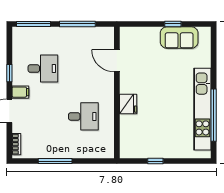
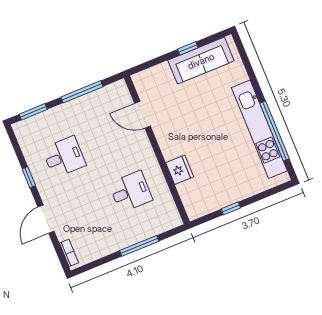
window: (33, 24) -> (33, 112), width x0.69
sofa: (179, 38) -> (201, 61), width x1.36
filing cabinet: (20, 92) -> (50, 193), removed
fridge: (128, 104) -> (180, 170), moved
window: (55, 161) -> (139, 246), moved

